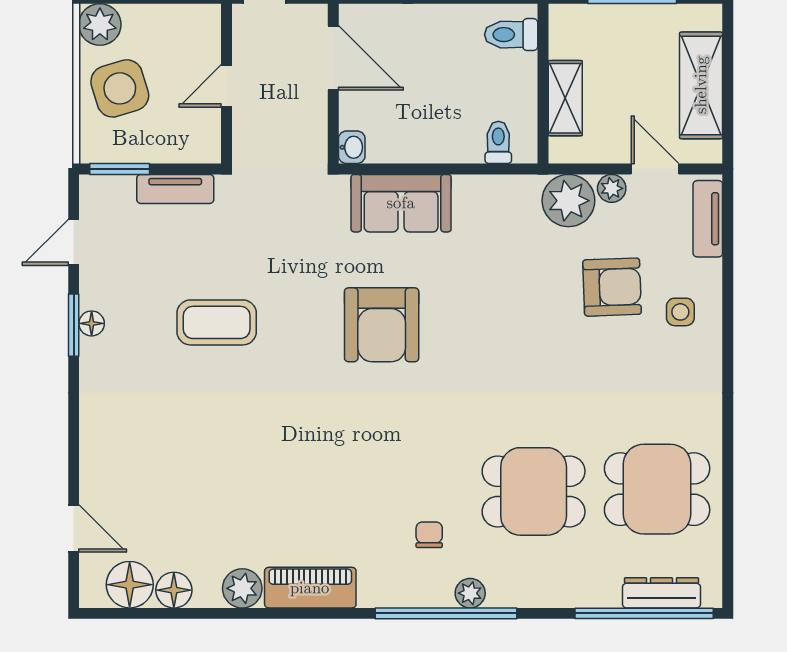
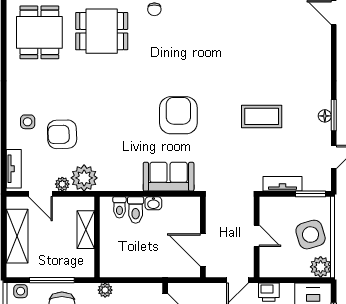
toilet: (511, 35) -> (136, 210), moved, turned 90
door: (227, 86) -> (257, 236), hinge flipped
washbasin: (352, 147) -> (153, 203), moved, turned -90
dining table: (657, 489) -> (39, 32), turned 90

